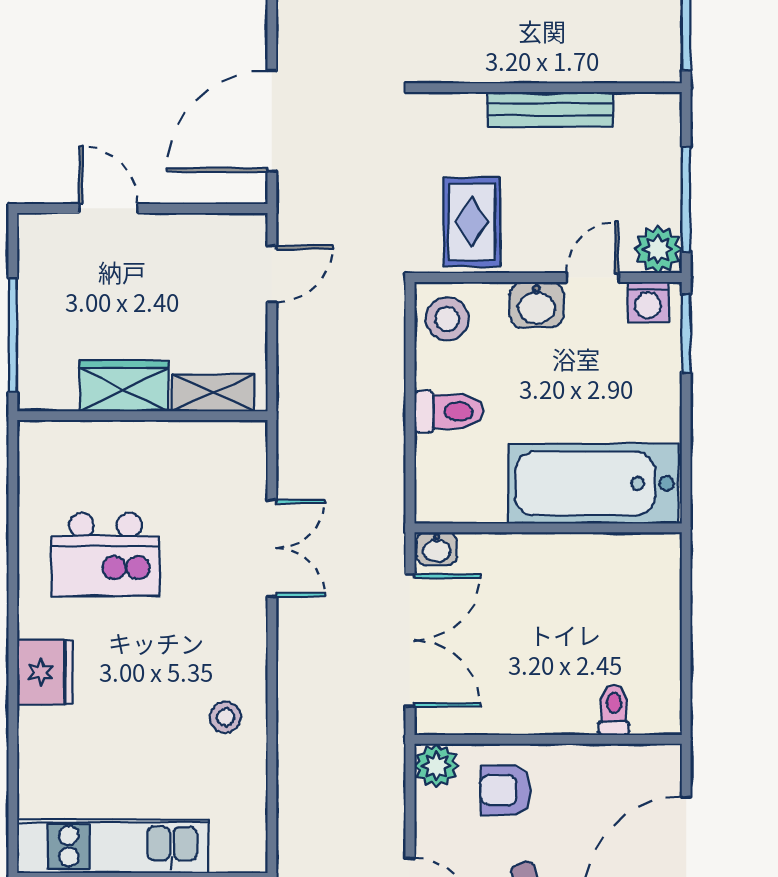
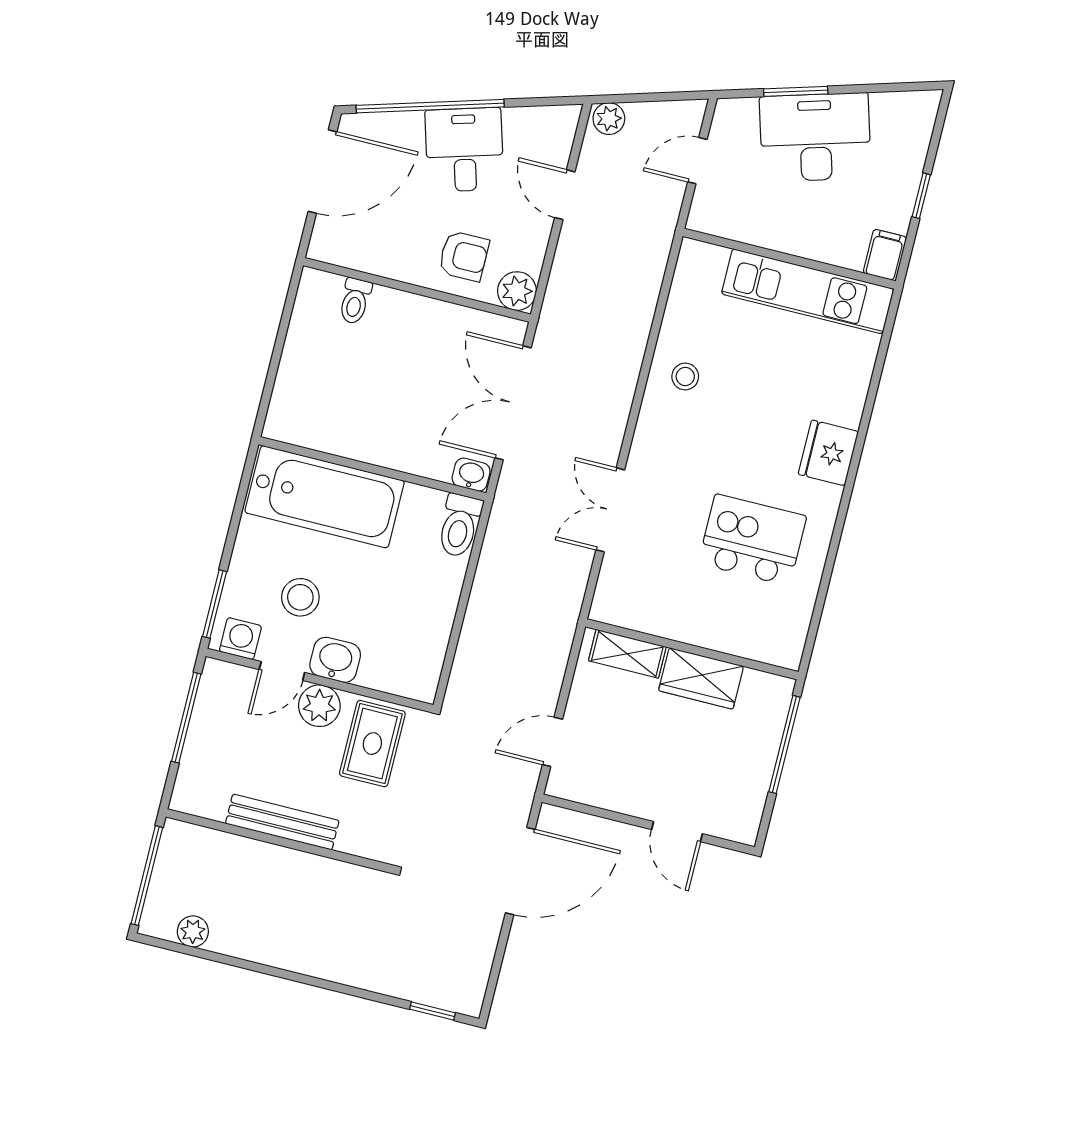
plant: (658, 249) -> (319, 706), moved
stool: (447, 319) -> (300, 597), moved
toilet: (449, 412) -> (460, 525), moved, turned -90

